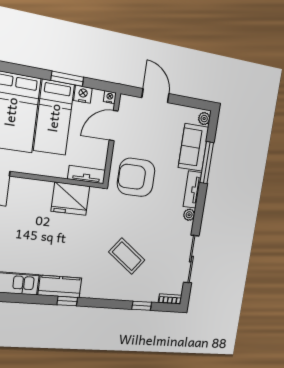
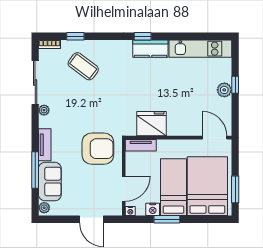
plant: (189, 215) -> (44, 110), moved
coffee table: (127, 256) -> (83, 66), moved

